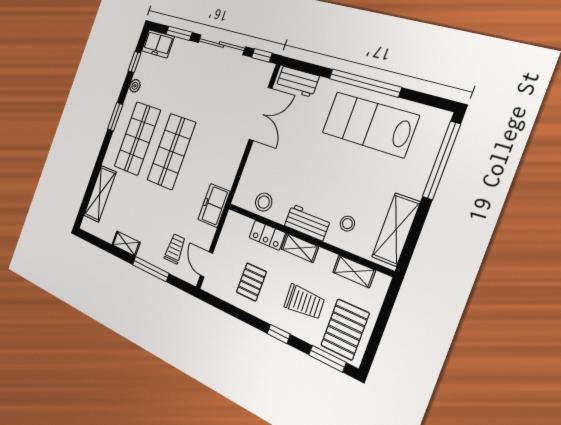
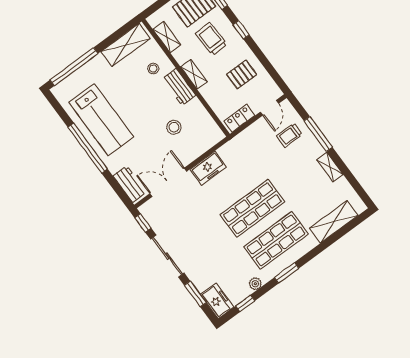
stool: (264, 202) -> (174, 127), moved
freezer: (214, 205) -> (208, 168), moved
locker: (267, 235) -> (239, 118), moved, turned -90

